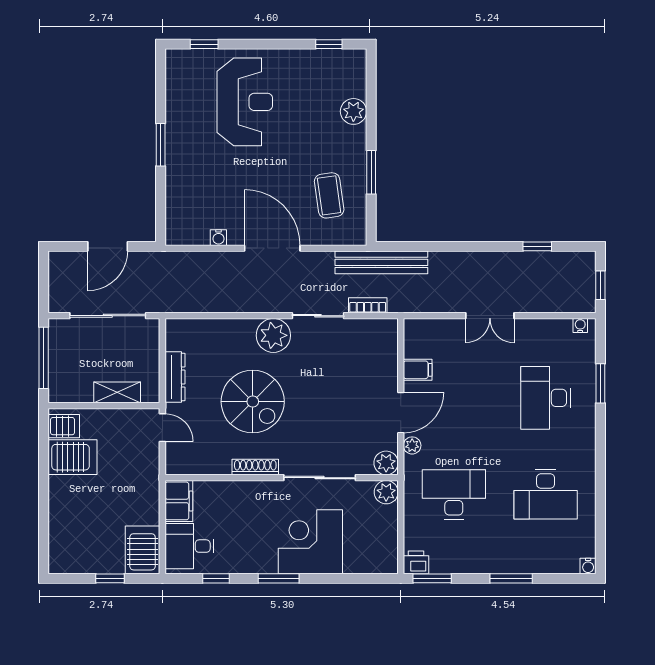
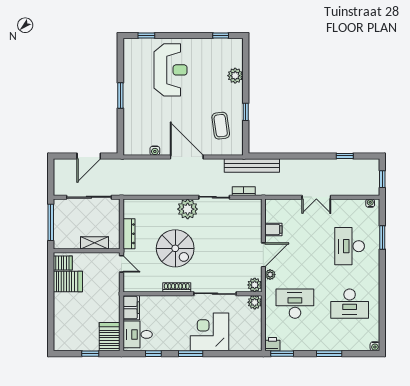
window: (371, 172) -> (246, 112), width x0.67

